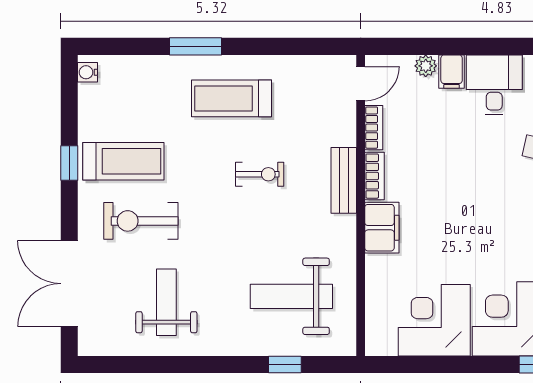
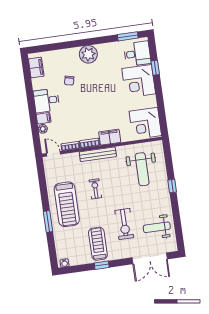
treadmill: (231, 98) -> (67, 204), width x1.37, depth x1.38
bench: (344, 180) -> (98, 154), width x1.36
exercise bike: (141, 221) -> (124, 224), moved
weight bench: (166, 302) -> (157, 227), moved
corner desk: (434, 320) -> (145, 123), moved
window: (285, 365) -> (172, 186), moved

